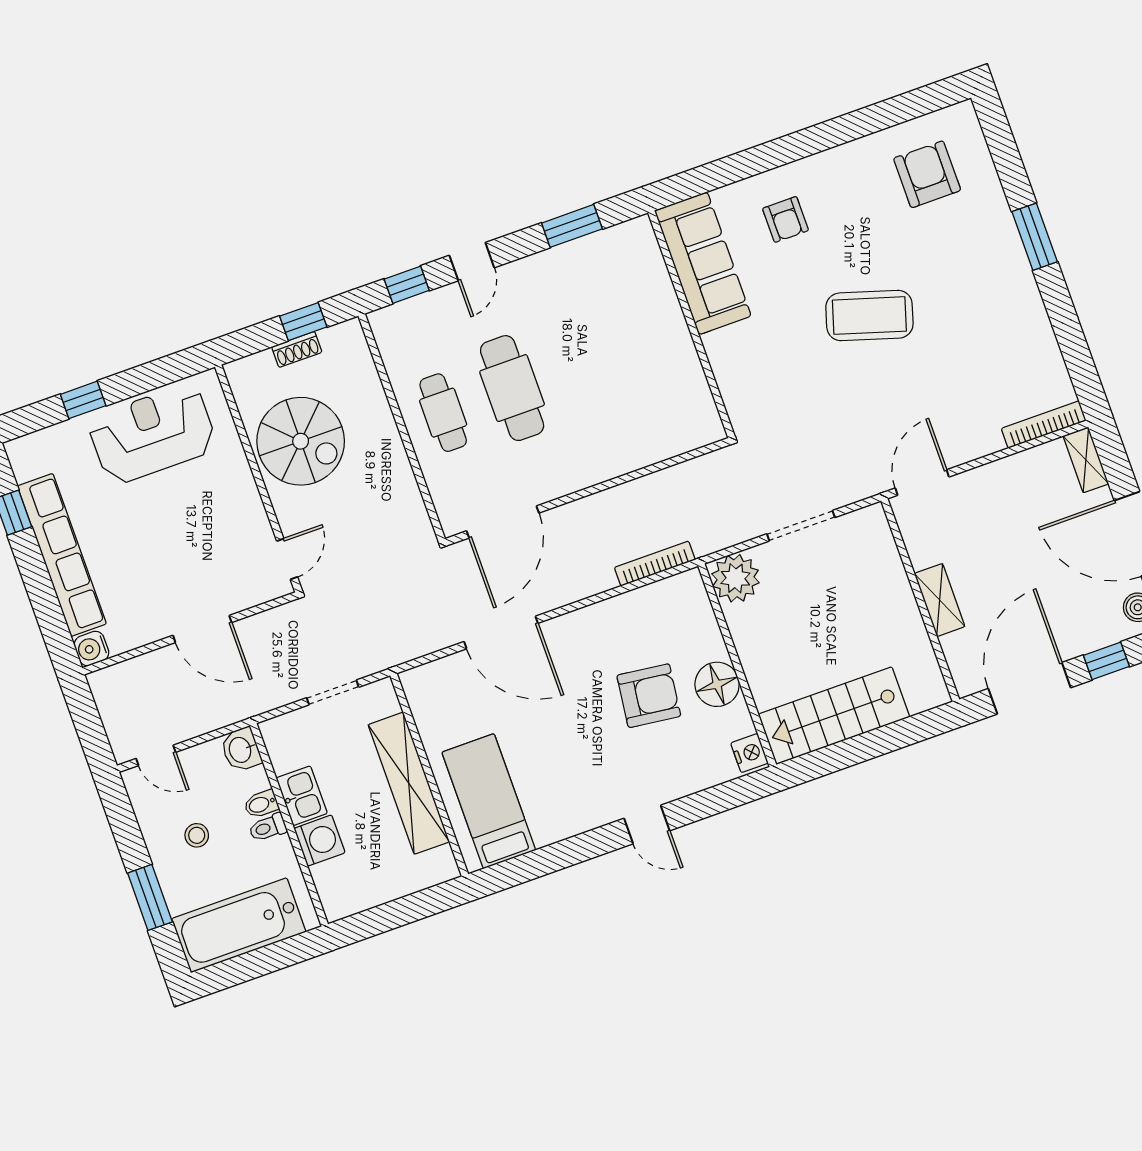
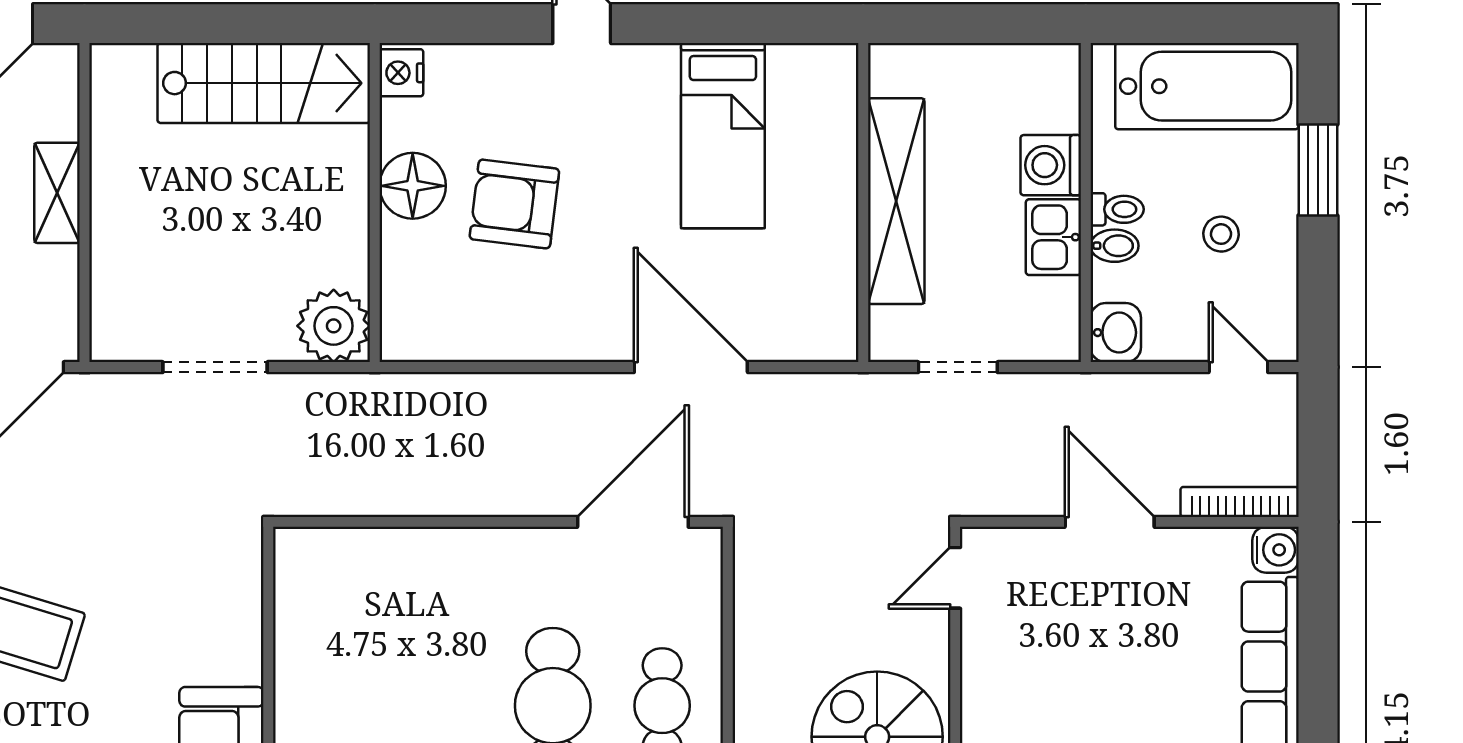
bookcase: (655, 564) -> (1240, 502), moved, turned 180
bed: (489, 801) -> (723, 136), moved

